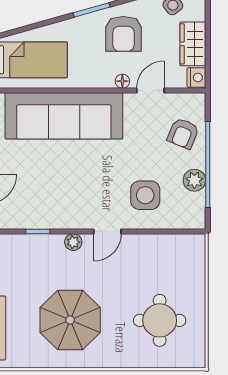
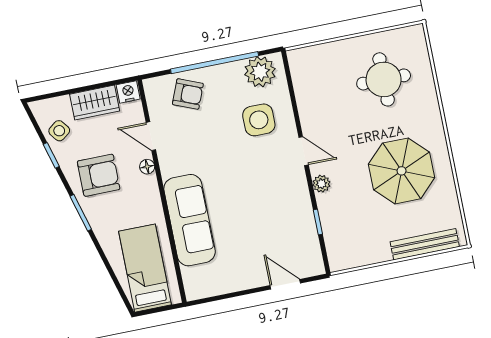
sofa: (64, 116) -> (190, 220), width x0.74, depth x0.79
plant: (194, 180) -> (260, 72), moved, width x1.36, depth x1.36

